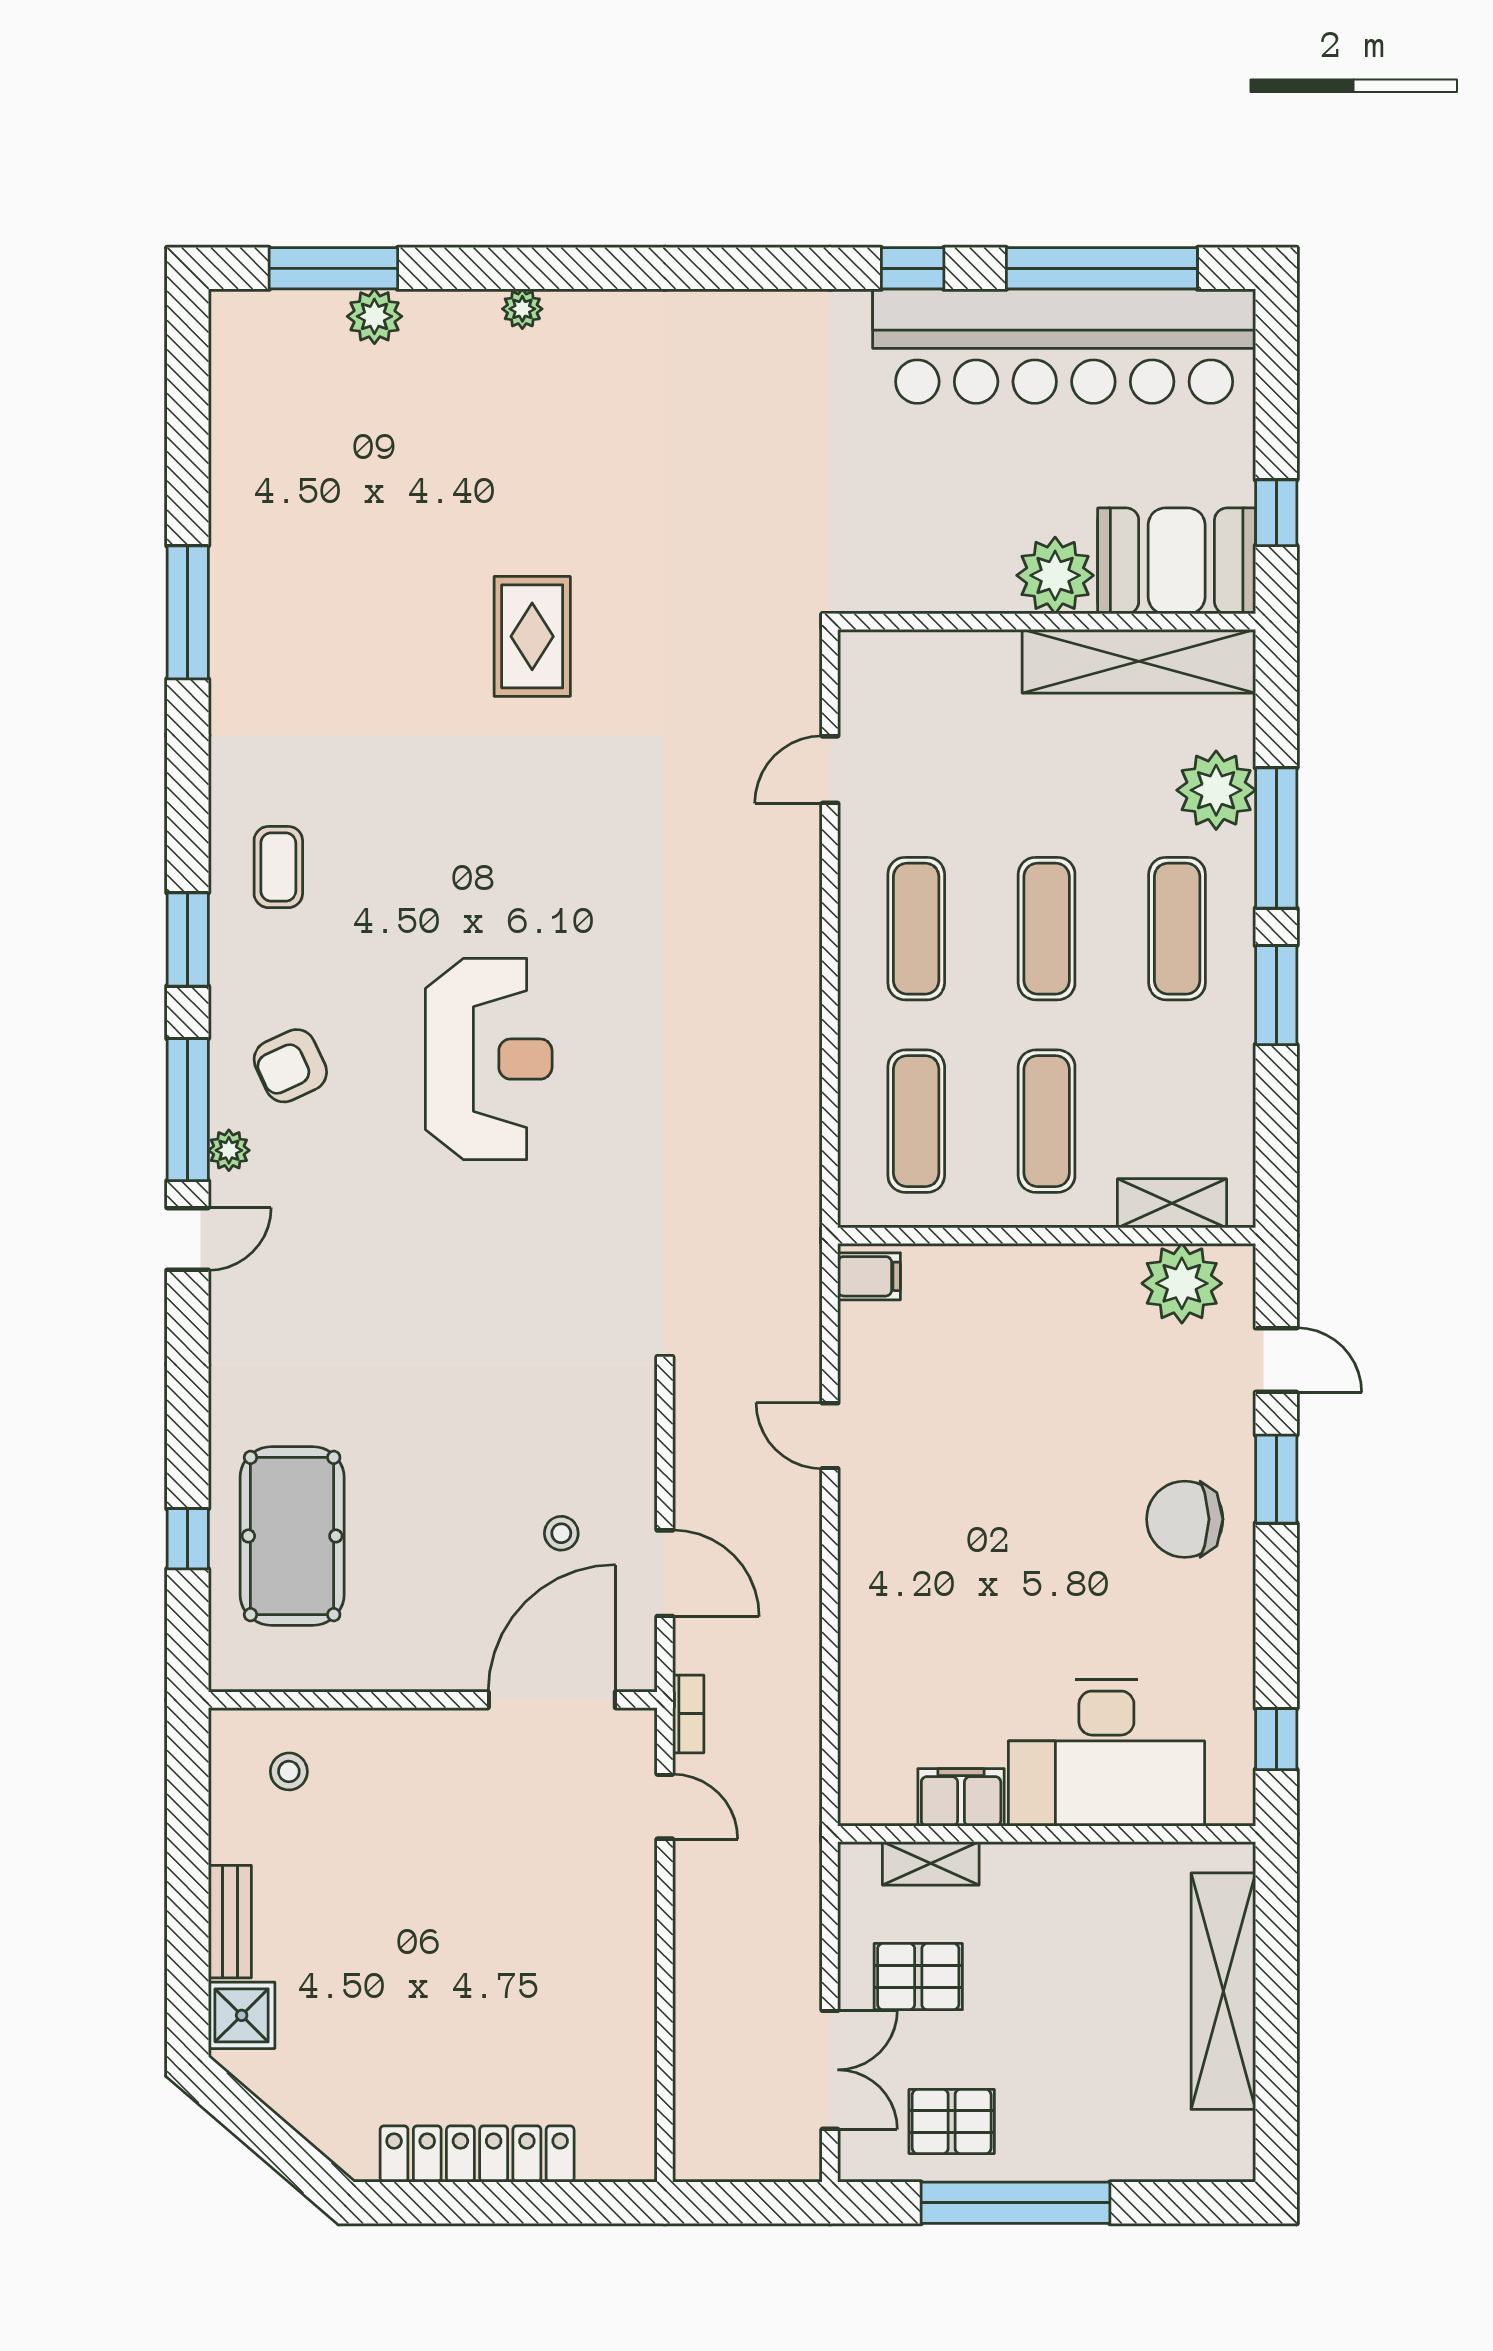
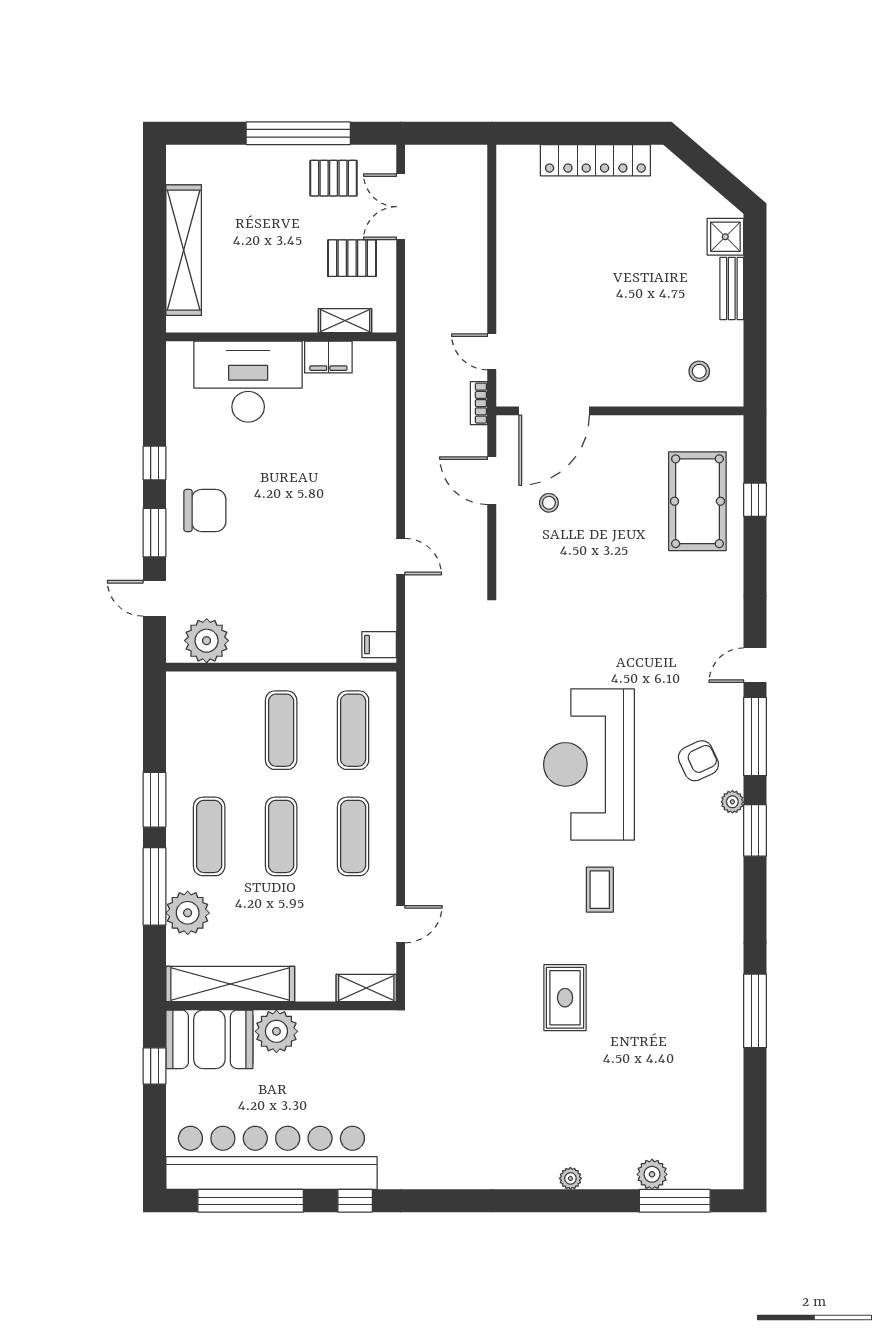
coffee table: (278, 867) -> (600, 890), moved
reception desk: (489, 1059) -> (589, 764), width x1.36, depth x1.30
plant: (229, 1150) -> (732, 802), moved
shelving: (1172, 1203) -> (366, 988), moved
window: (1276, 1739) -> (154, 463), moved

